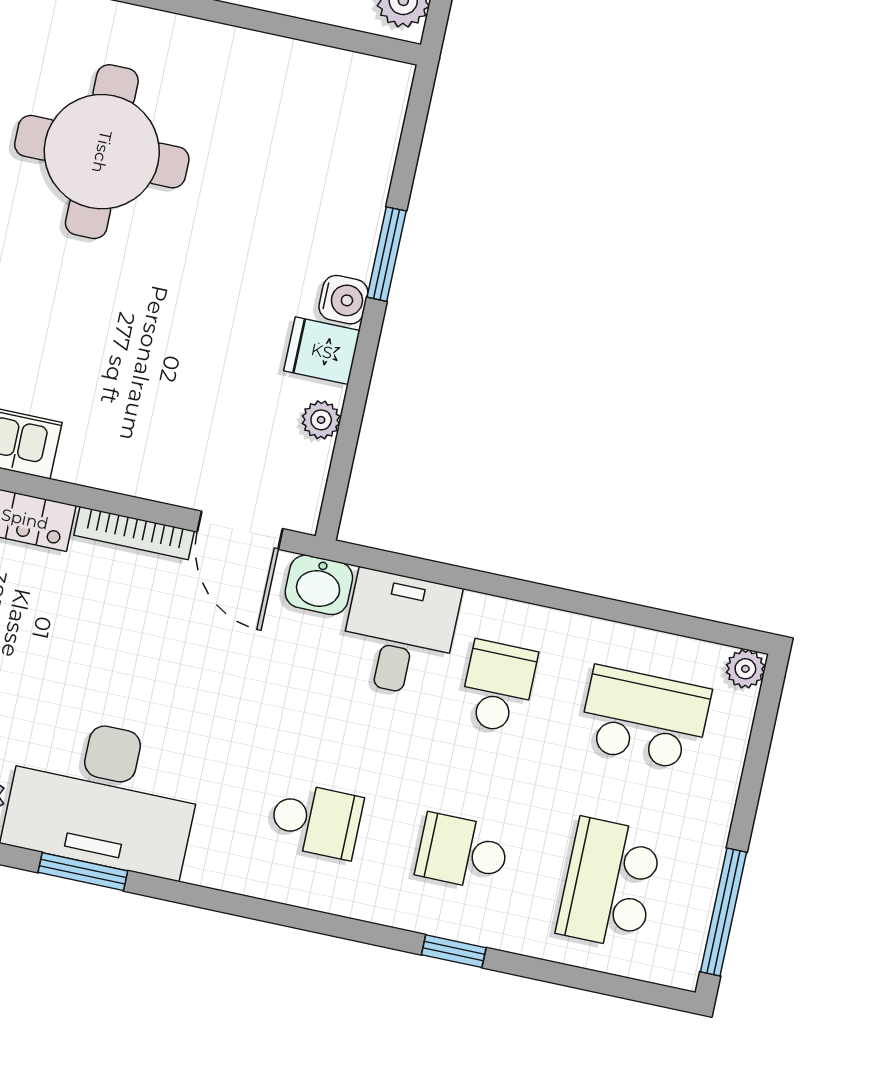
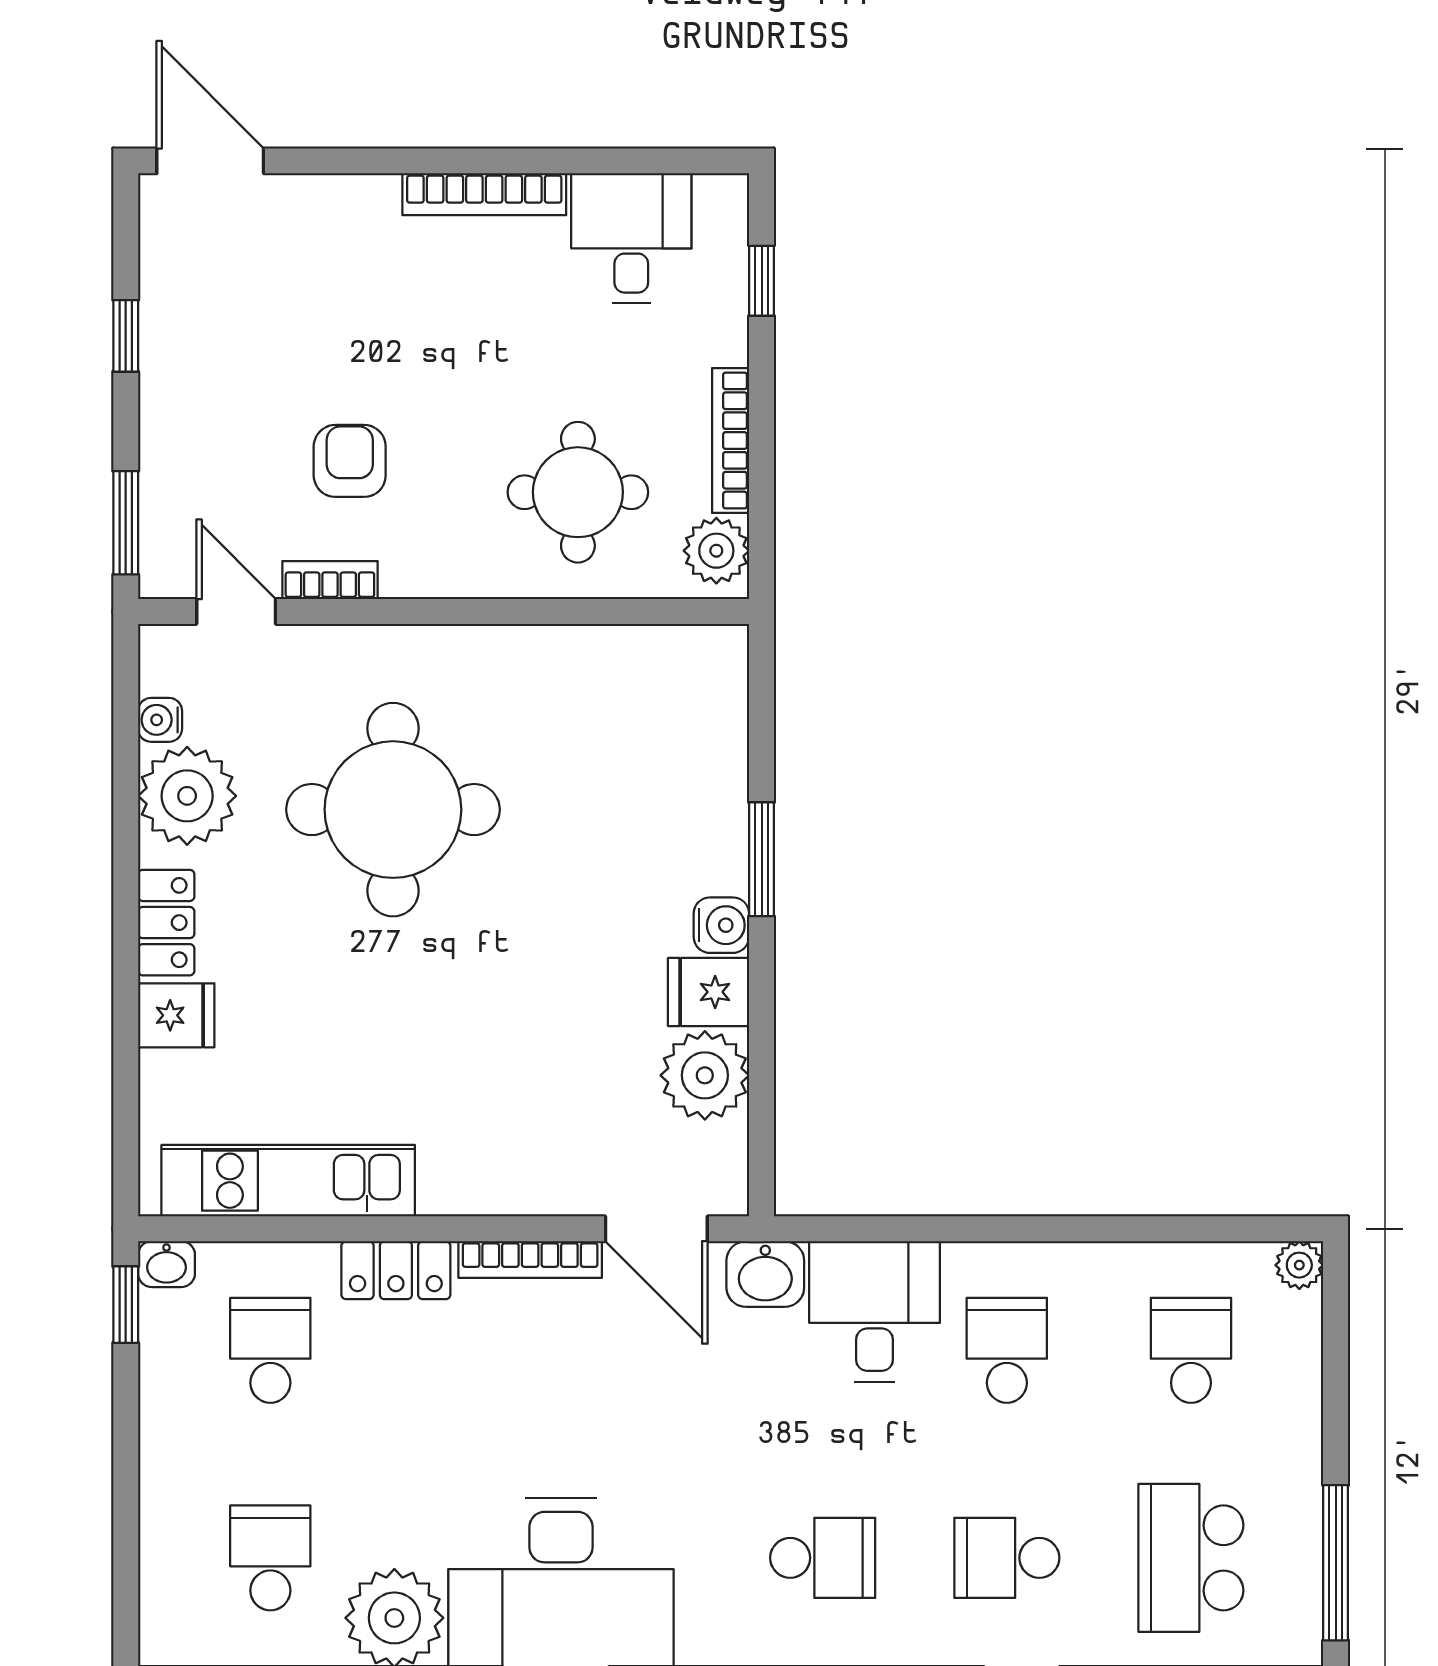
plant: (321, 420) -> (705, 1075), width x1.88, depth x1.88
school desk: (645, 718) -> (1191, 1350), width x0.54

